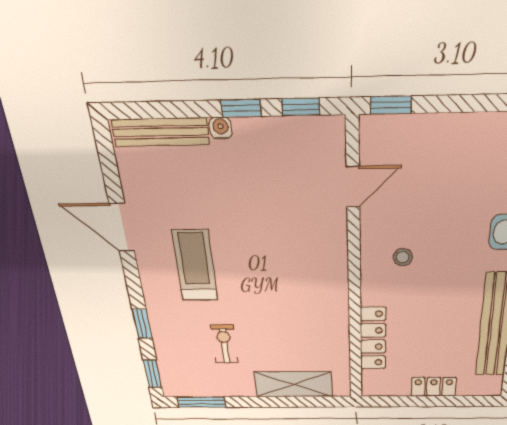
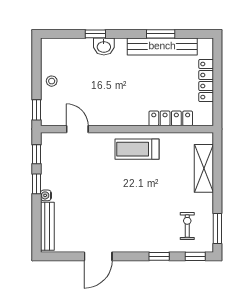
stool: (403, 257) -> (52, 81), moved
treadmill: (195, 265) -> (137, 149), moved
exercise bike: (224, 344) -> (187, 226), moved, turned 90
locker: (434, 387) -> (206, 81), width x1.53

